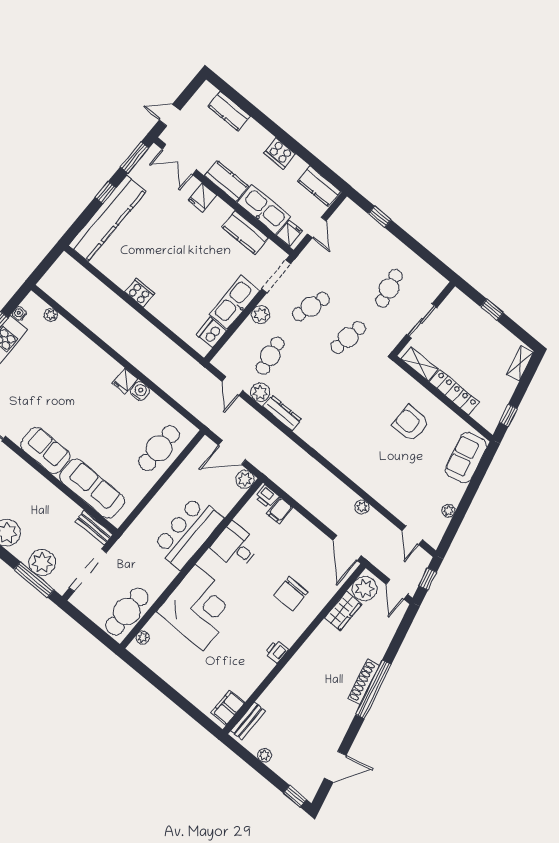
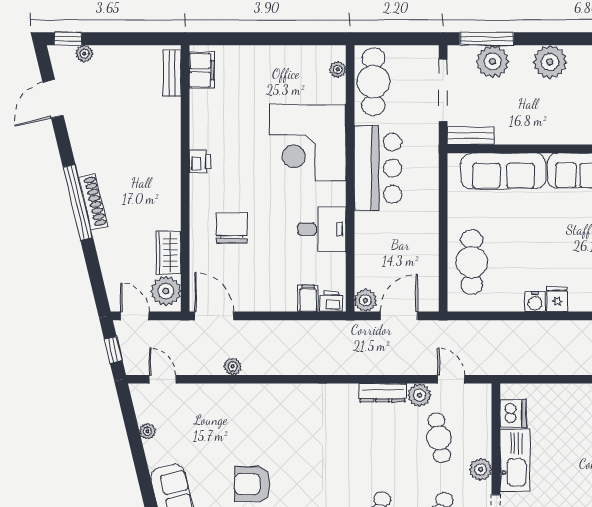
armchair: (411, 424) -> (252, 484), turned 180
bar counter: (188, 532) -> (378, 168), moved
plant: (265, 755) -> (84, 54), moved

